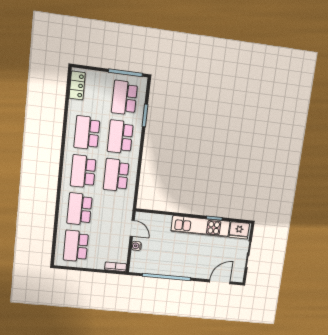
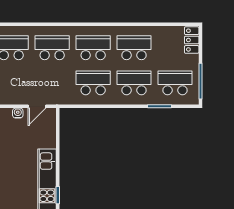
locker: (77, 85) -> (192, 40), moved, turned 90

